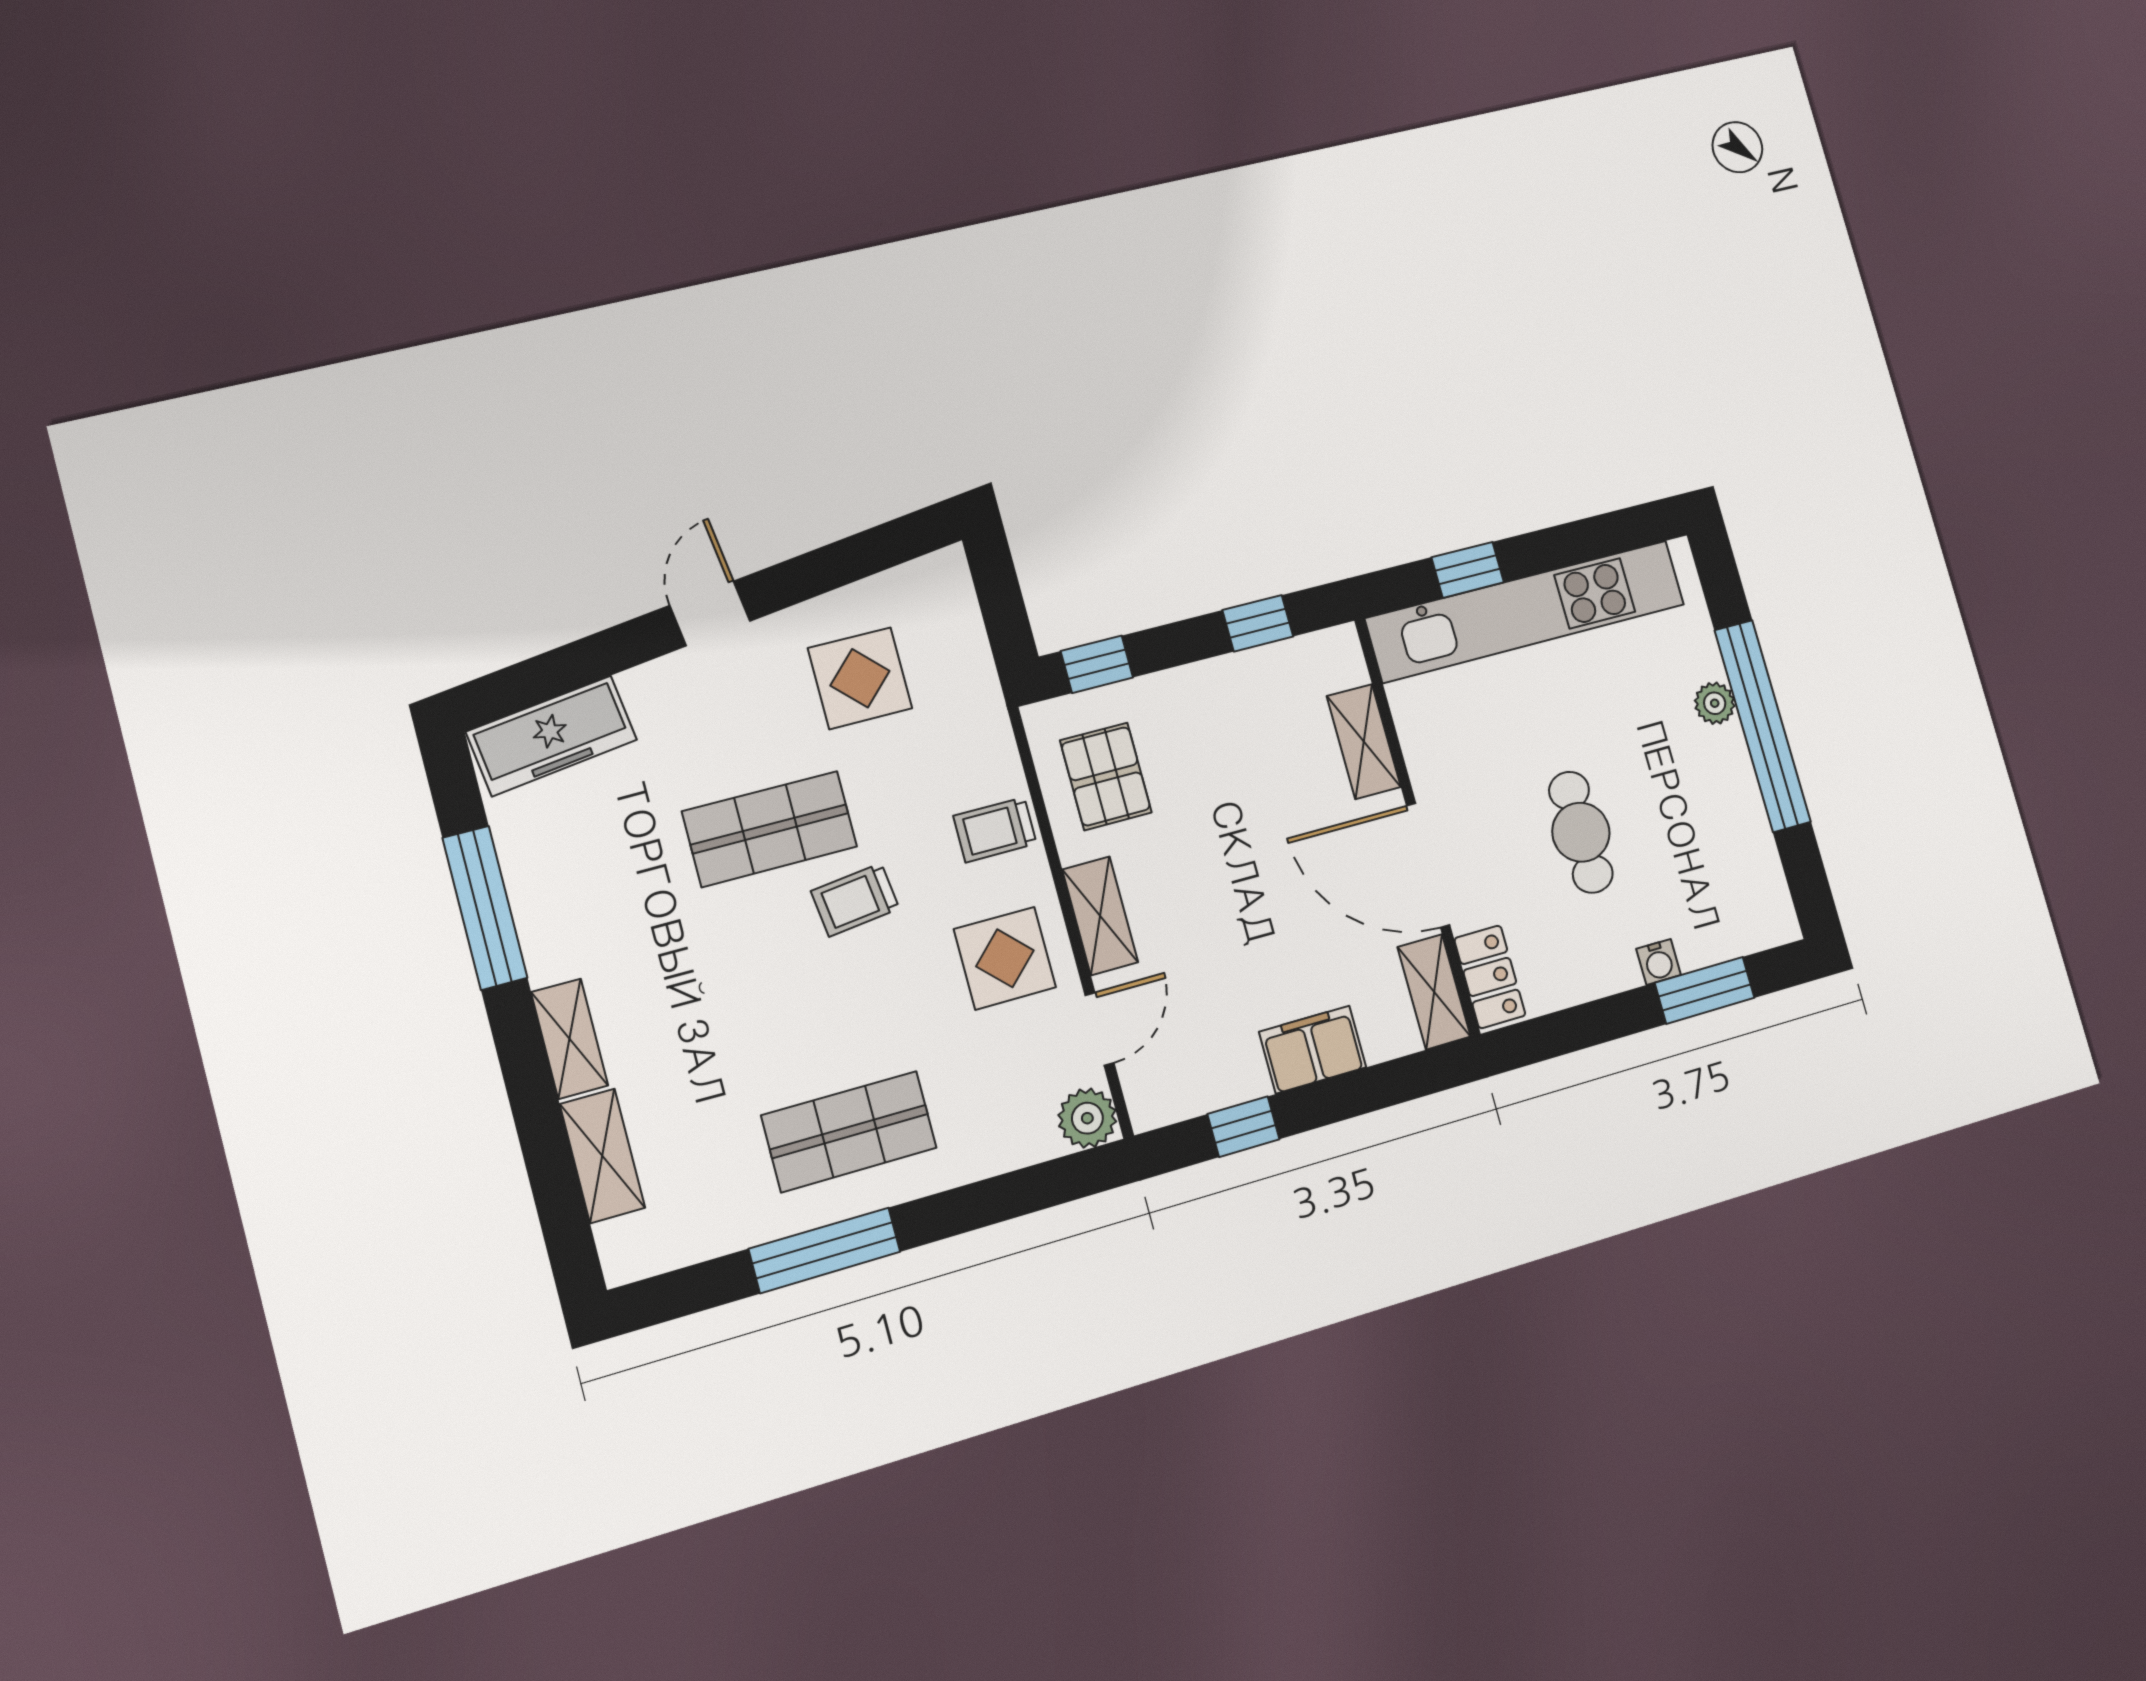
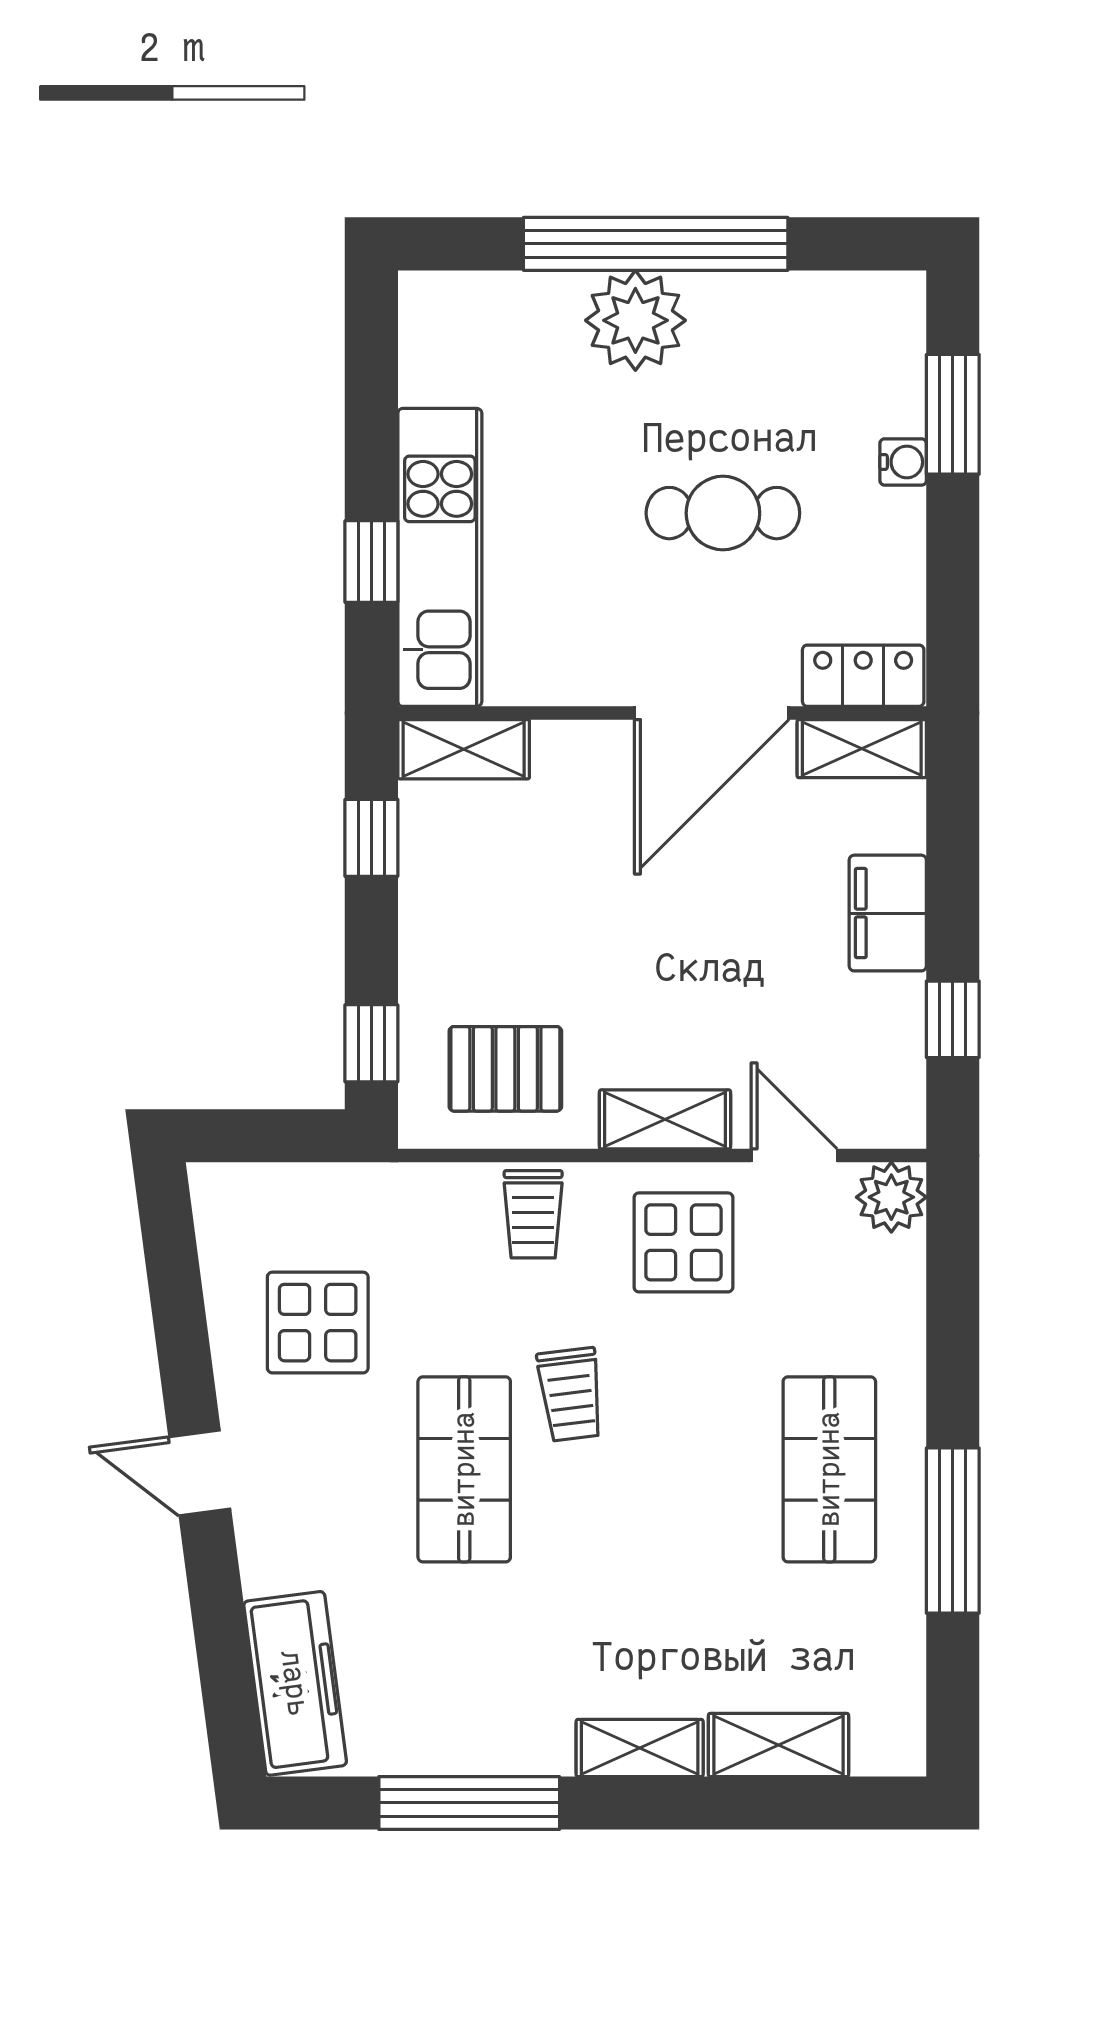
kitchen unit: (1526, 611) -> (440, 557), width x0.73
plant: (1715, 703) -> (635, 320), width x1.88, depth x1.88
shelving: (1364, 742) -> (464, 749), moved

